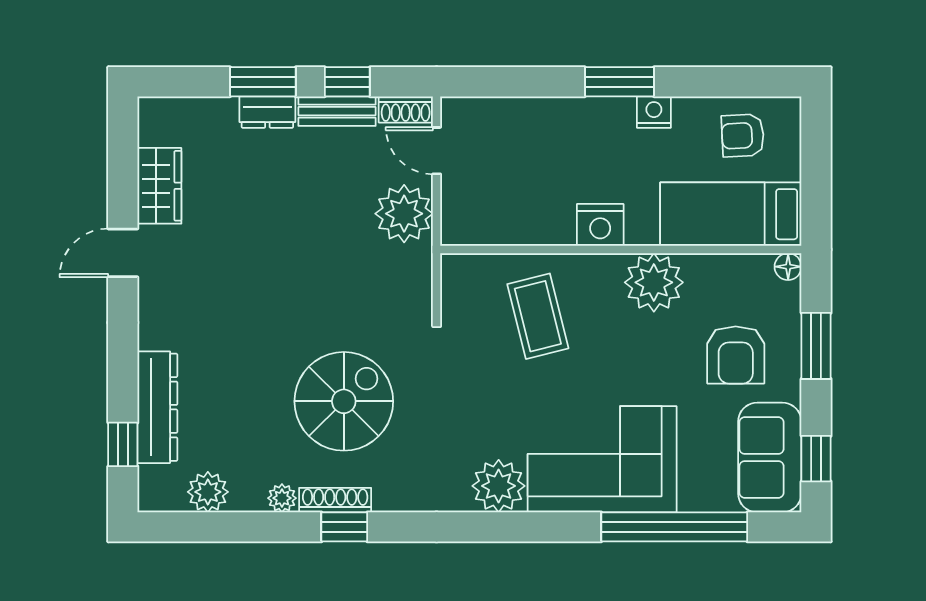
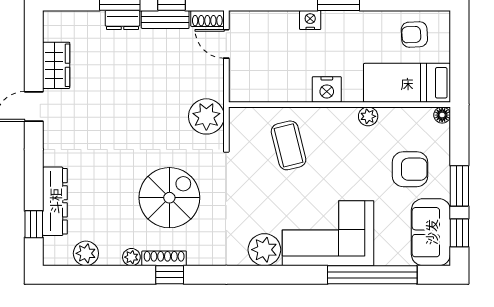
nightstand: (654, 112) -> (310, 20), moved
plant: (404, 214) -> (206, 116), moved
plant: (654, 282) -> (368, 116), width x0.53, depth x0.53
window: (816, 346) -> (459, 186), moved
armchair: (736, 355) -> (410, 169), turned -90

